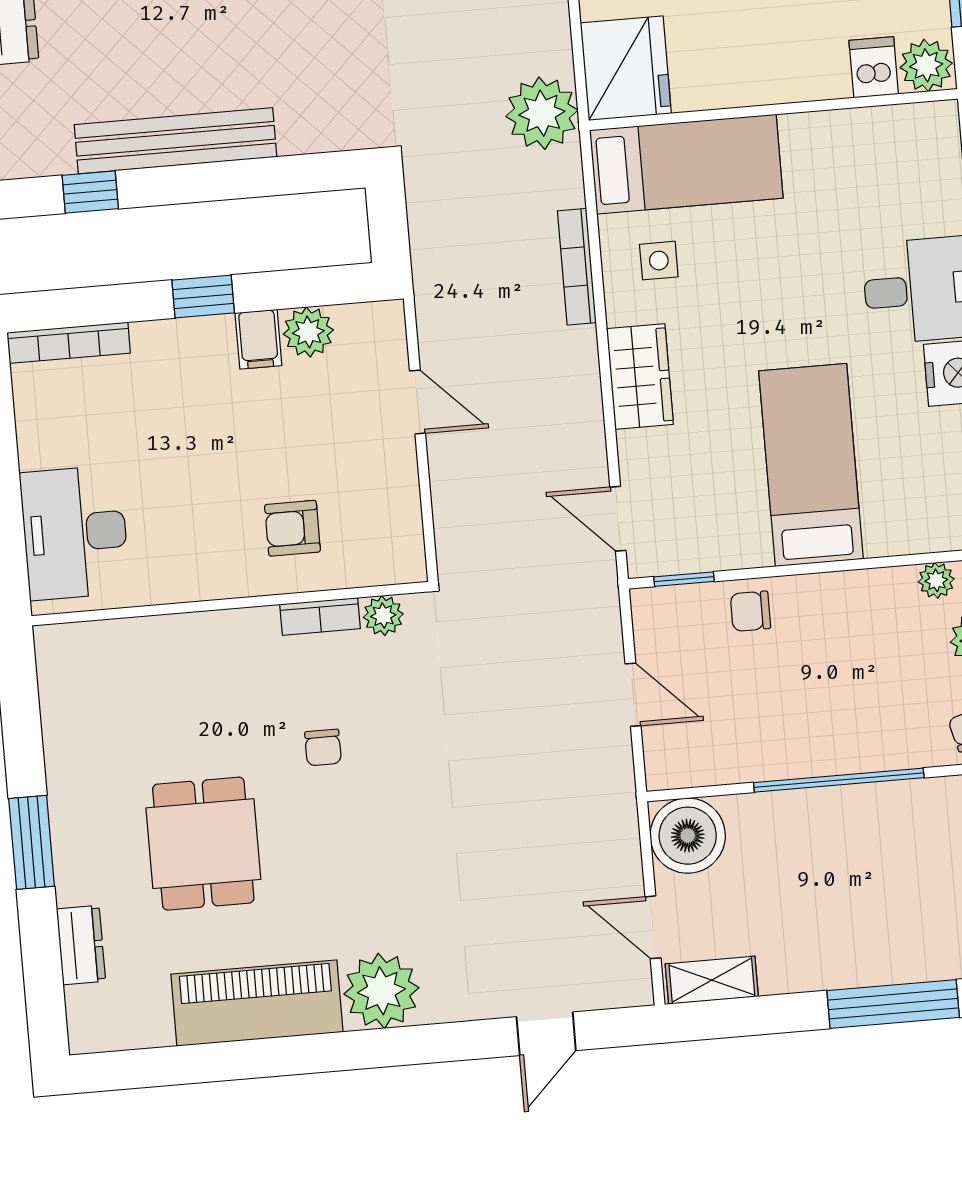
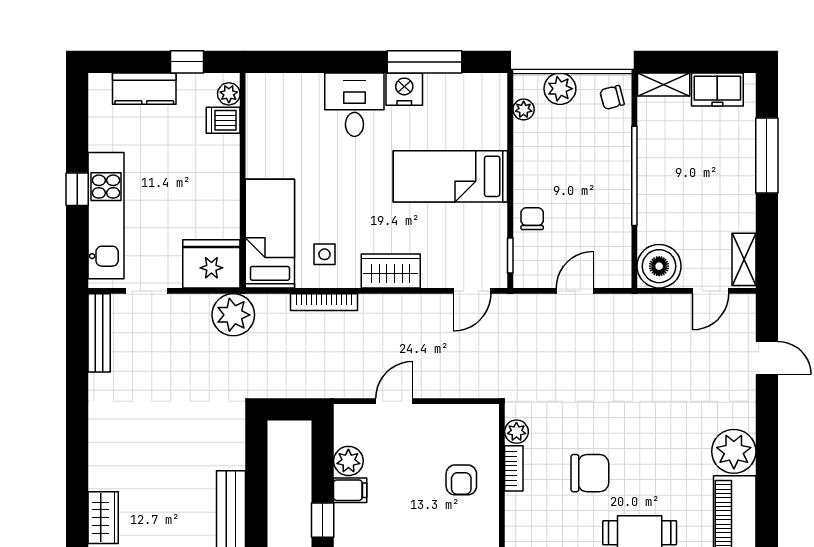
plant: (926, 65) -> (229, 94), width x0.73, depth x0.73
chair: (750, 611) -> (532, 219), turned 180
chair: (323, 748) -> (590, 473), width x1.87, depth x1.87

